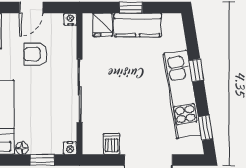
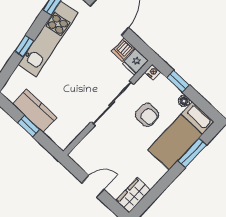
nightstand: (70, 19) -> (75, 155), removed
fridge: (103, 25) -> (135, 62), moved, turned 180
armchair: (35, 54) -> (147, 115), moved

